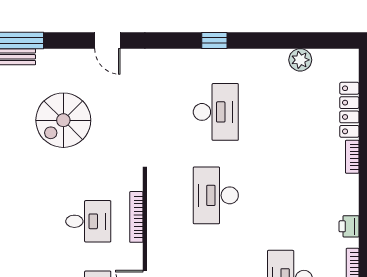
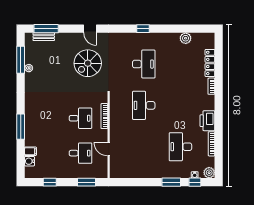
spiral stairs: (63, 120) -> (88, 63), moved
printer: (349, 226) -> (207, 121), width x1.87, depth x1.48

